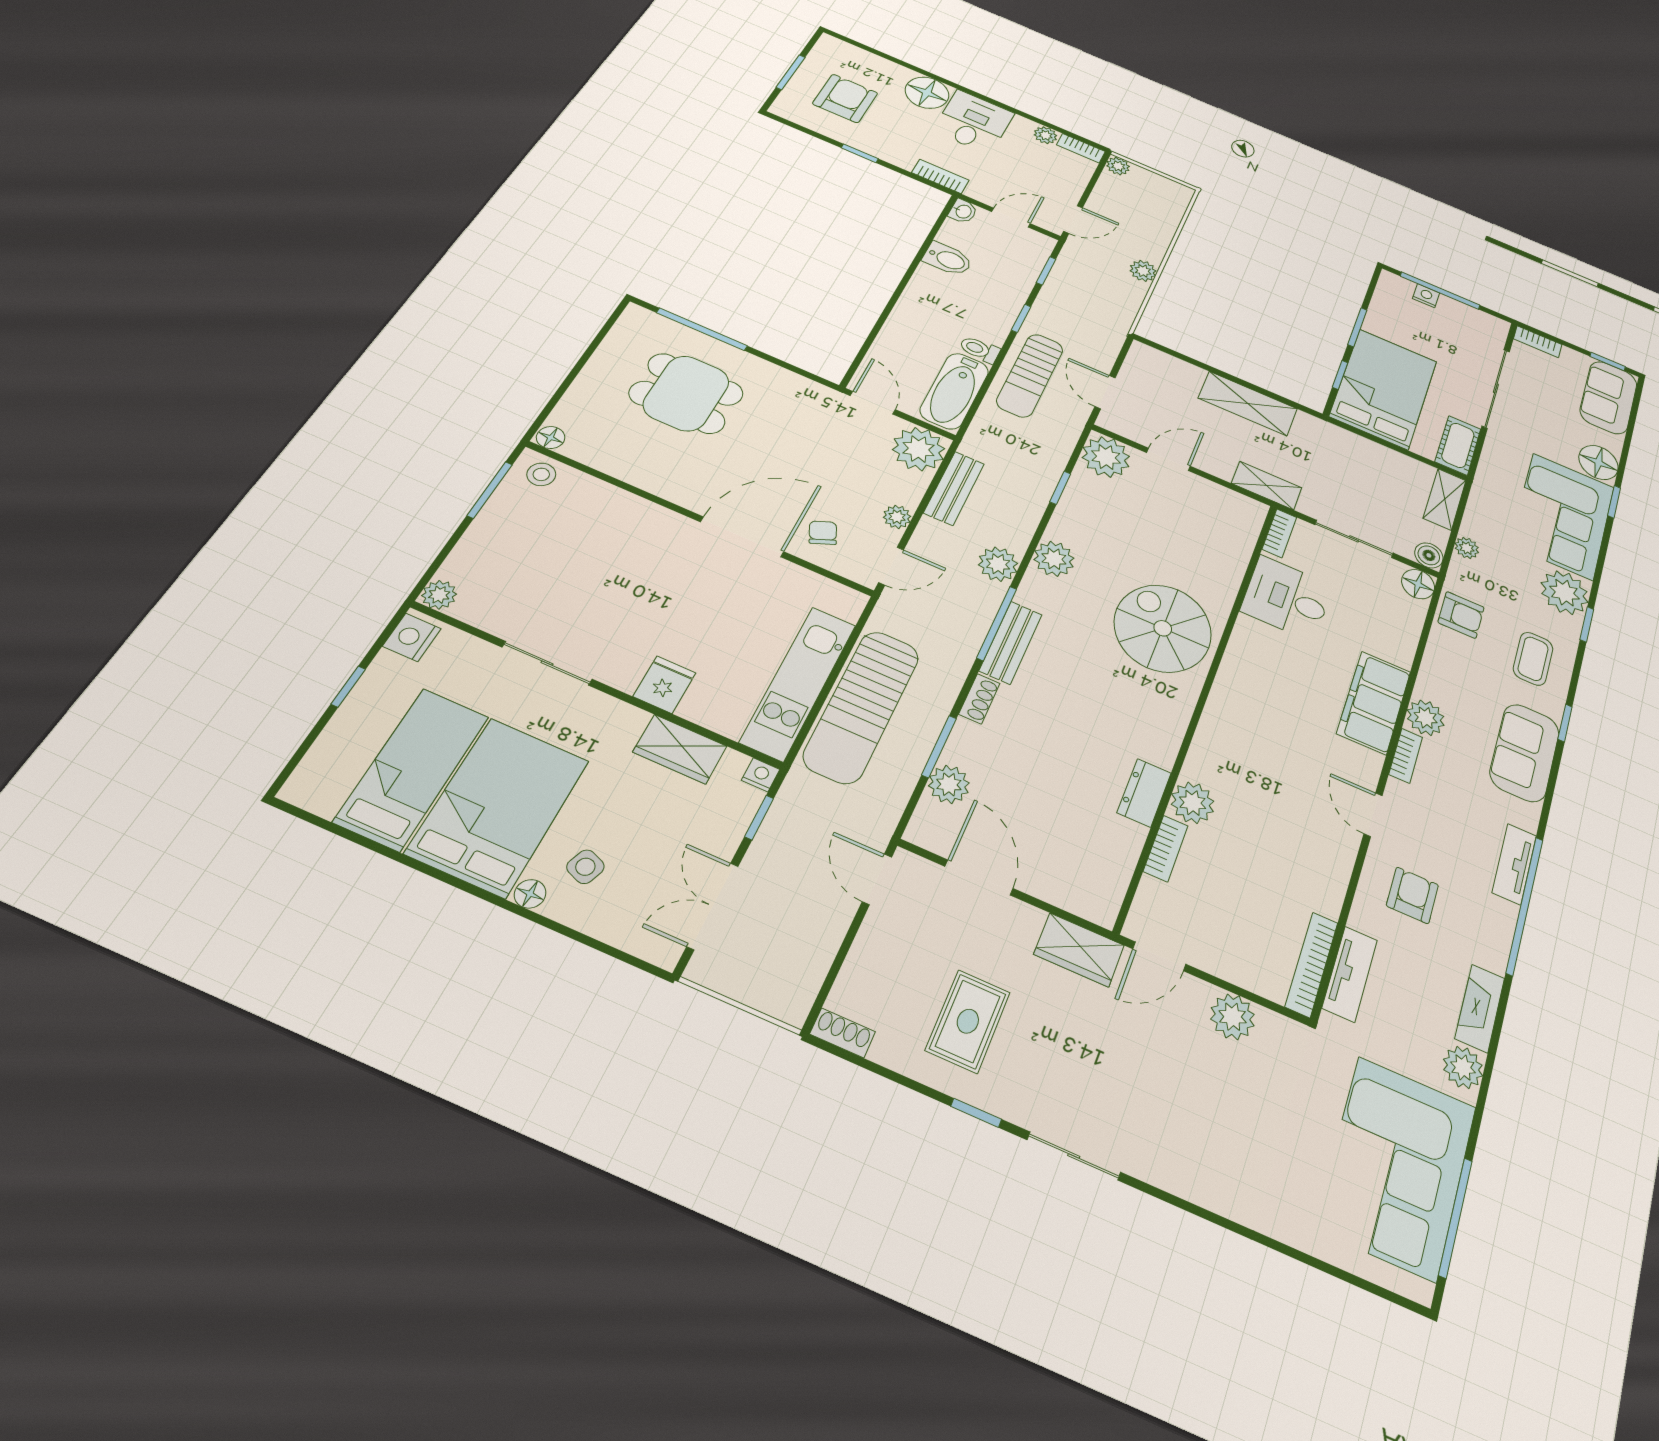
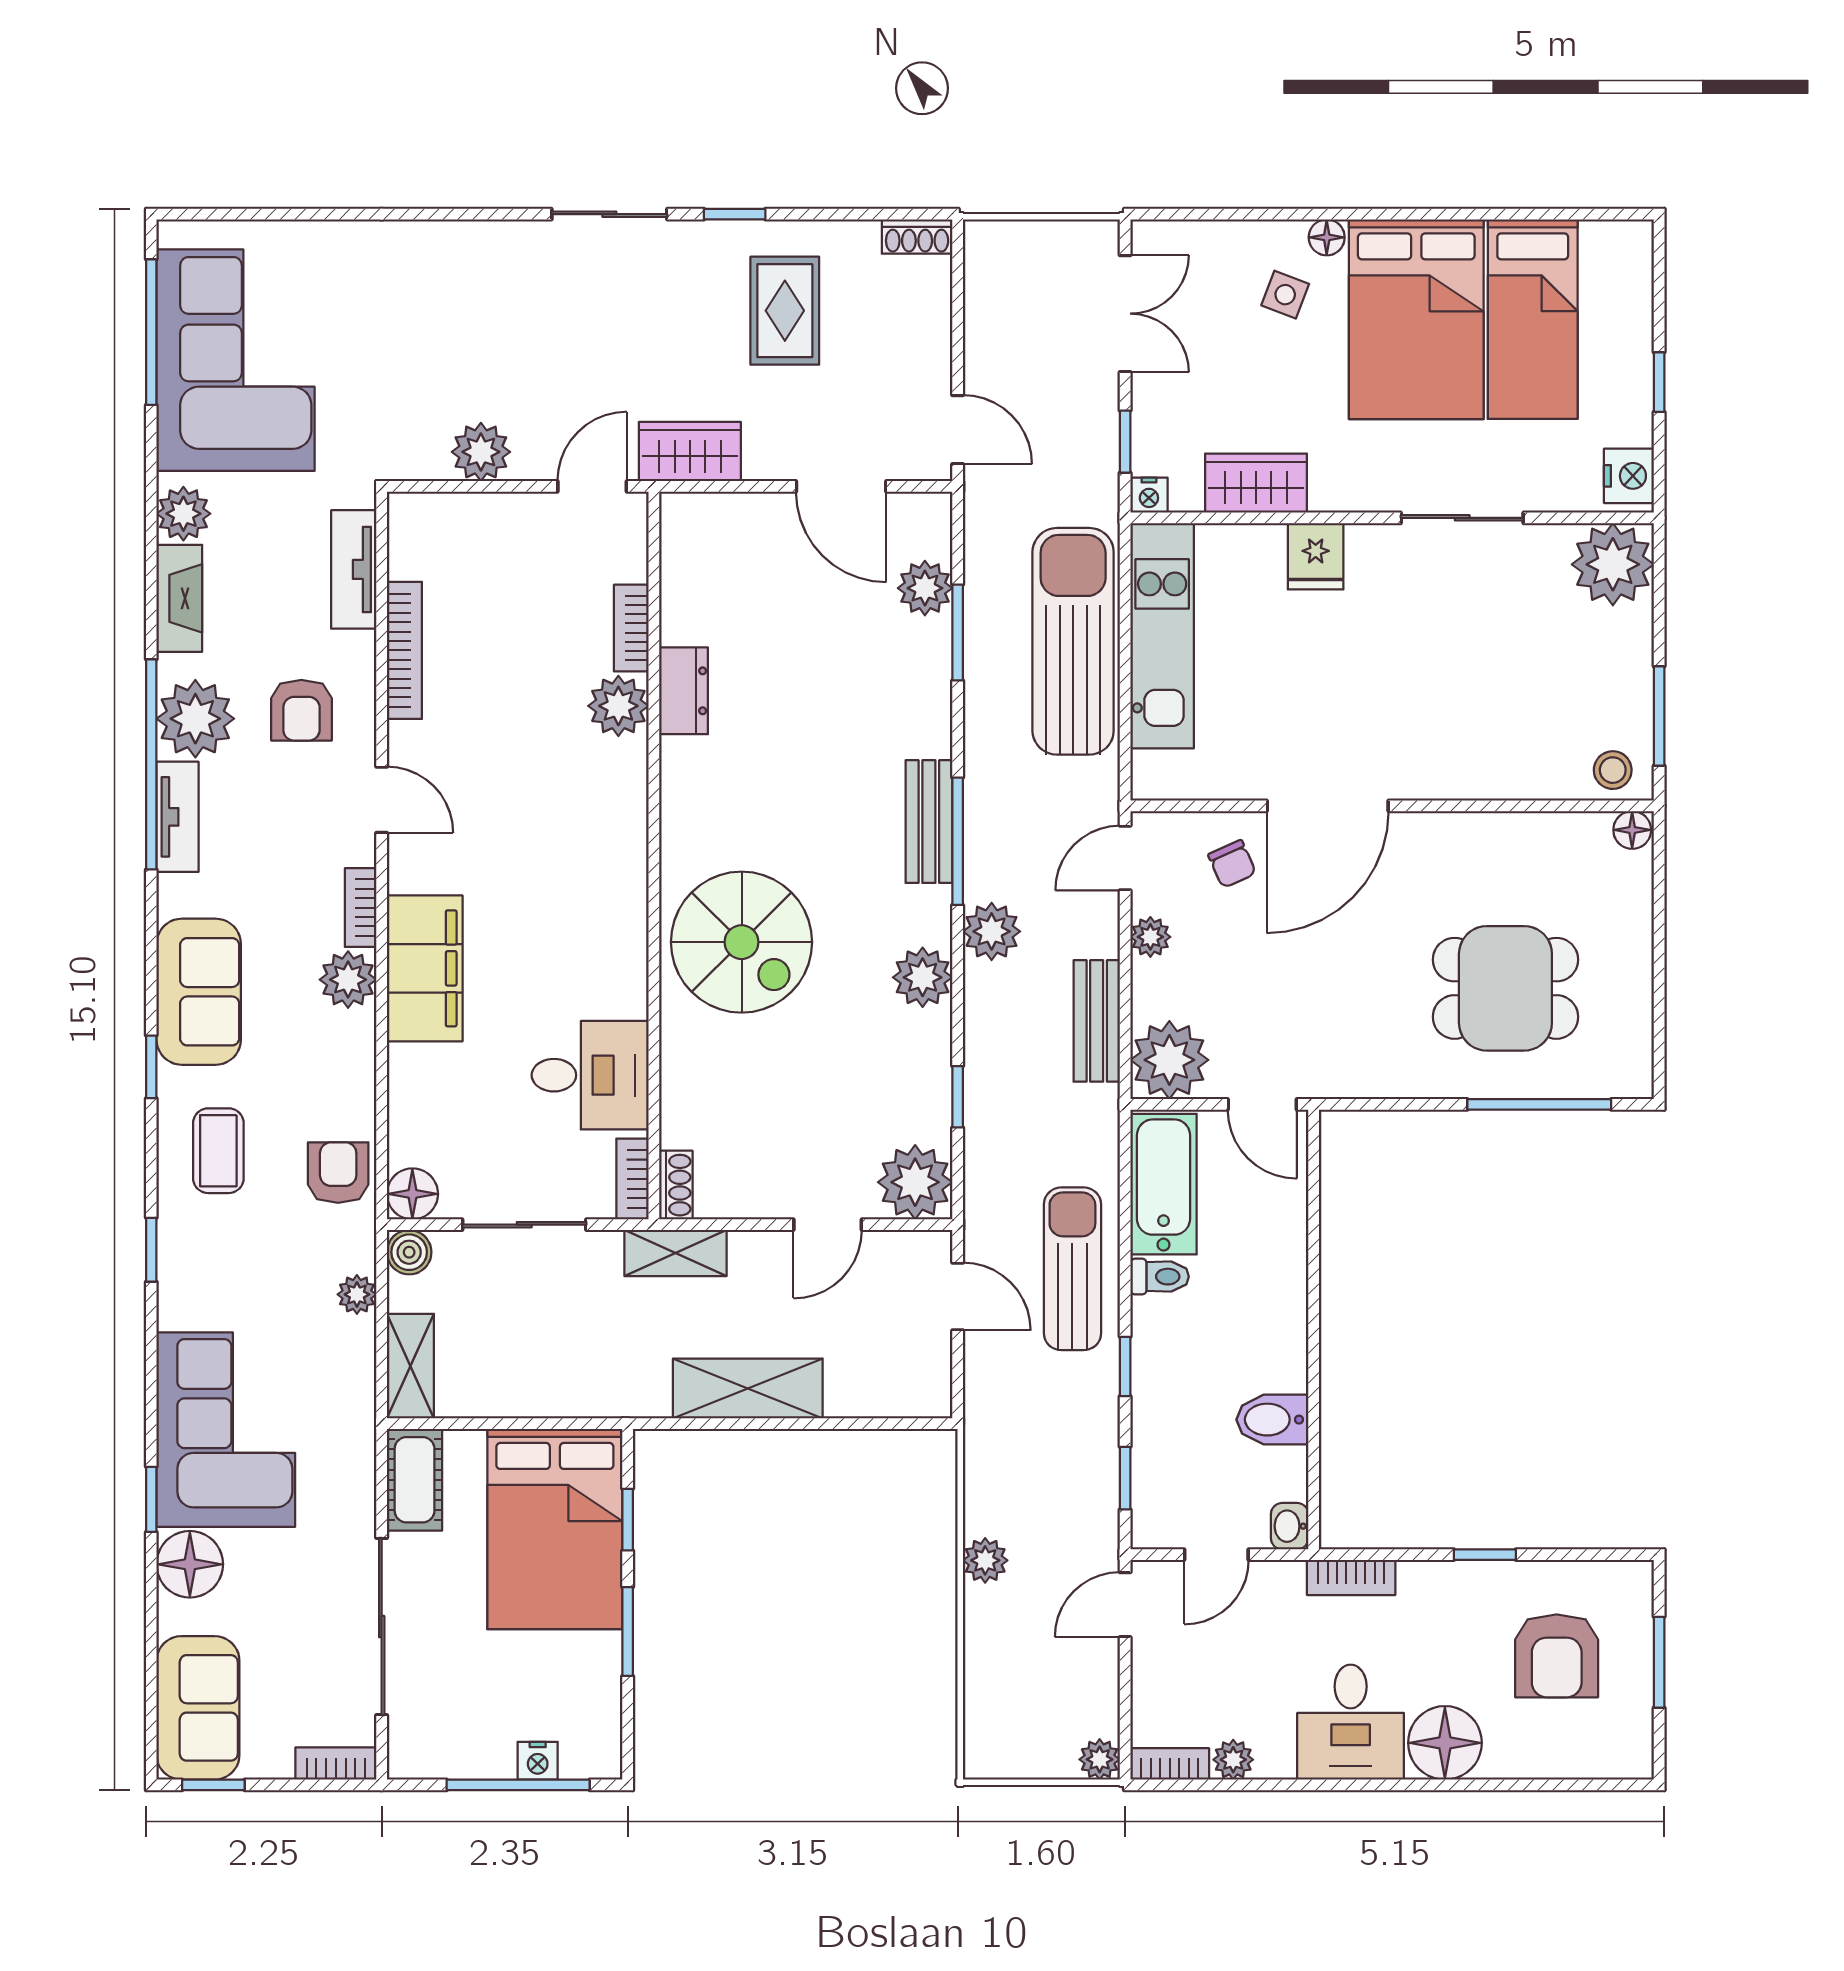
plant: (1564, 593) -> (195, 719), moved
plant: (439, 595) -> (1613, 564), width x1.87, depth x1.87
armchair: (1461, 615) -> (338, 1173), turned 90
shoe rack: (979, 699) -> (676, 1185), moved, turned 180
bookcase: (1312, 964) -> (404, 650), moved

